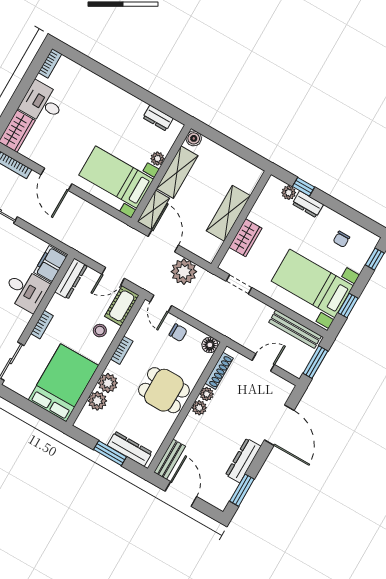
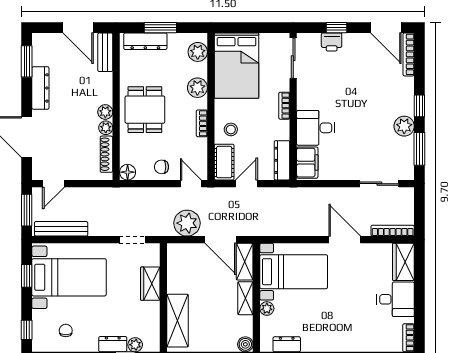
shelving: (177, 172) -> (245, 298), width x0.67, depth x0.75
shelving: (228, 213) -> (178, 321), moved
door: (263, 363) -> (53, 184), moved
dining table: (164, 390) -> (145, 110), turned 90
plant: (97, 401) -> (198, 52), moved

